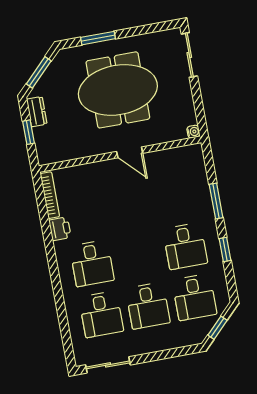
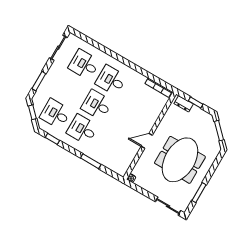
window: (98, 38) -> (199, 193), moved
dresser: (37, 112) -> (184, 104), moved
printer: (60, 229) -> (139, 79), removed
window: (225, 249) -> (53, 139), moved
desk: (148, 306) -> (97, 105), moved
window: (171, 353) -> (39, 81), added

